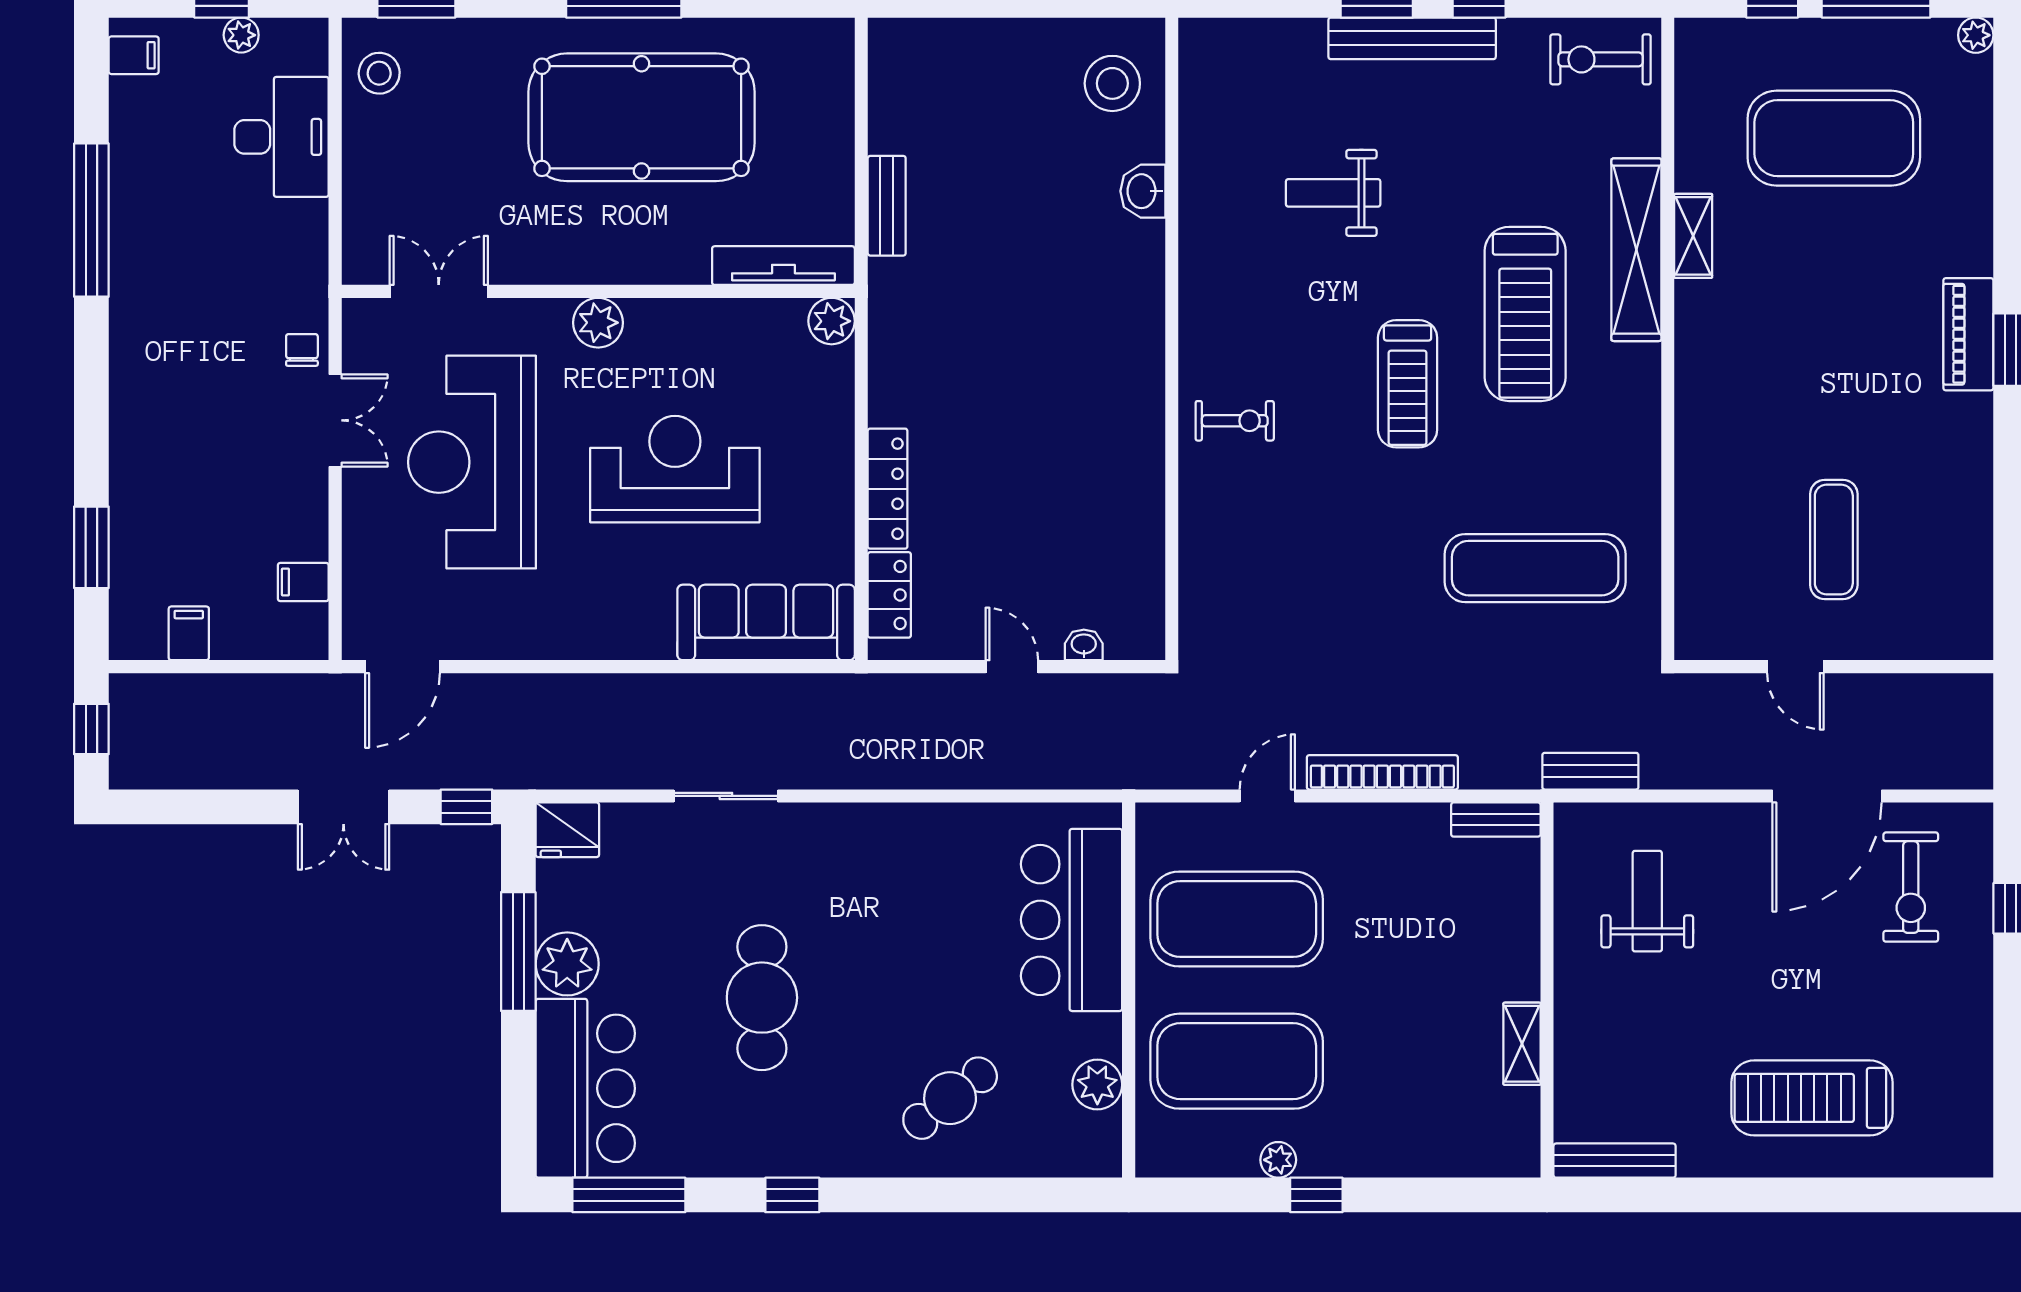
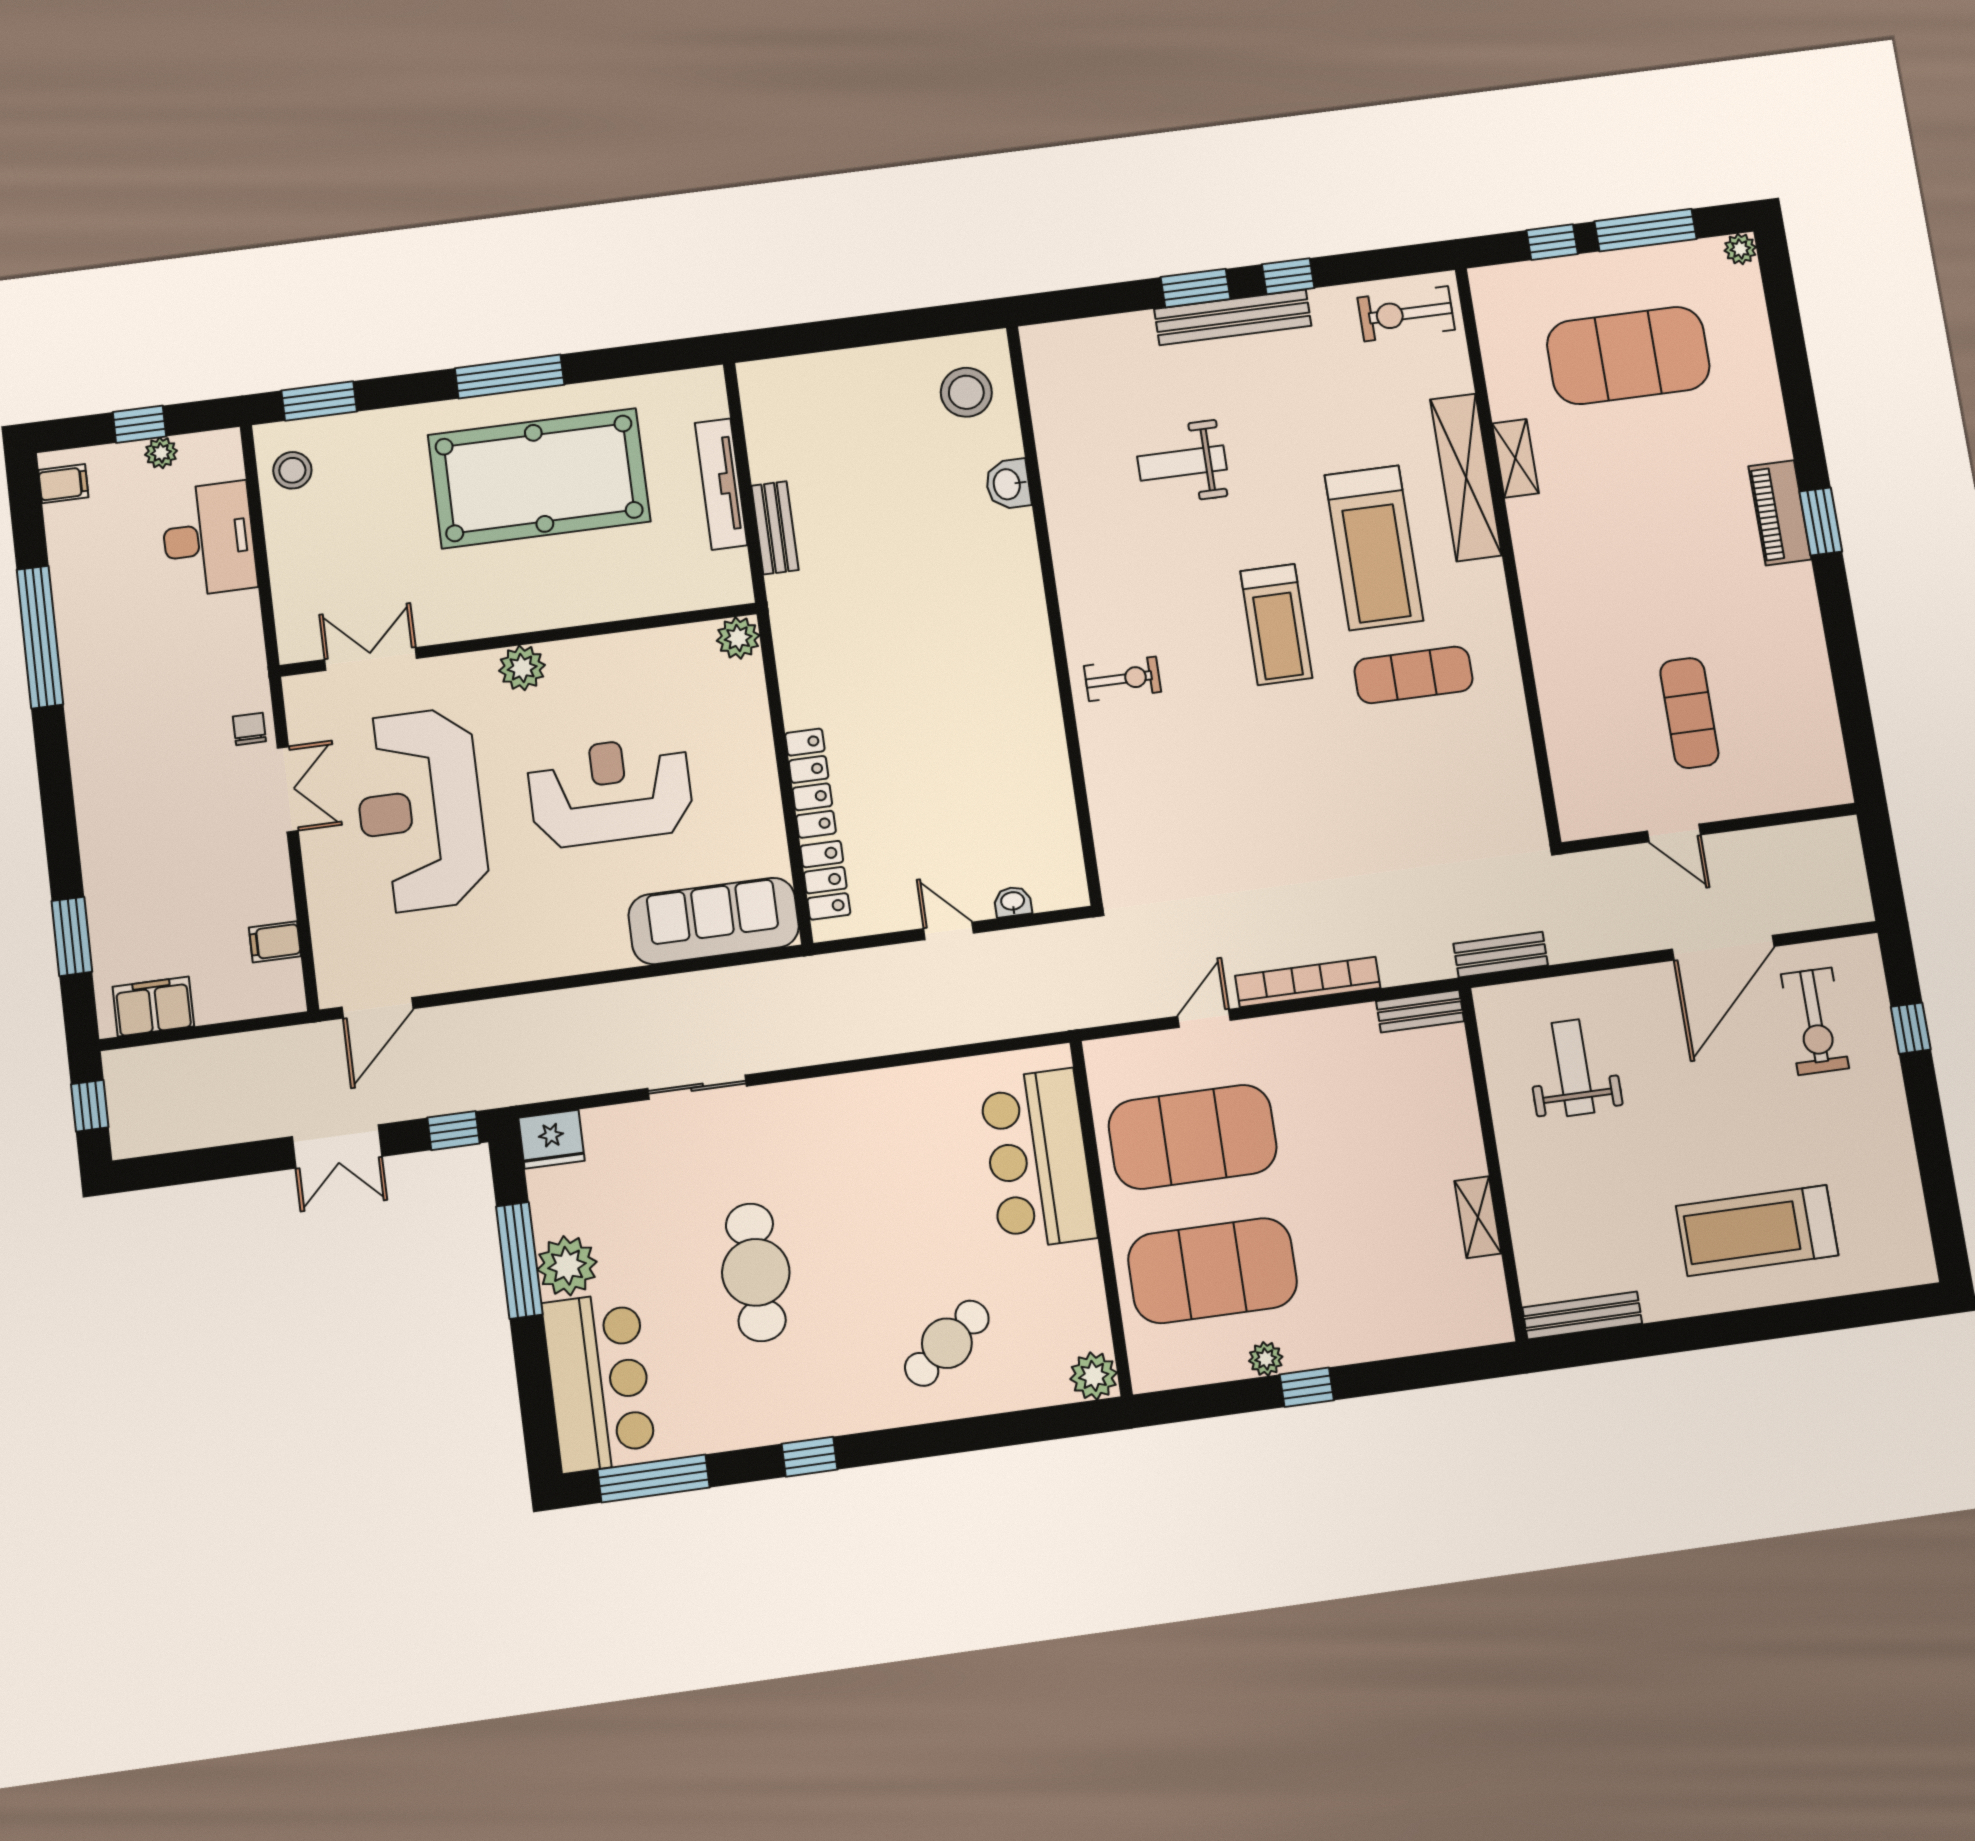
tv unit: (783, 266) -> (721, 484), moved, turned -90
exercise mat: (1535, 568) -> (1413, 675), moved, width x0.73, depth x0.69
filing cabinet: (189, 633) -> (153, 1007), width x2.00
plant: (1097, 1085) -> (1094, 1376), moved

